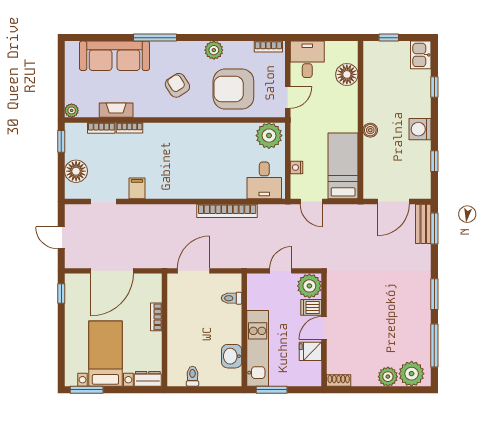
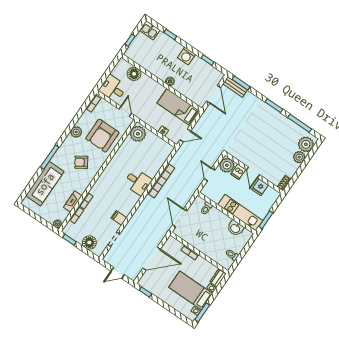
desk: (264, 180) -> (138, 182), moved
door: (112, 271) -> (152, 259), hinge flipped

